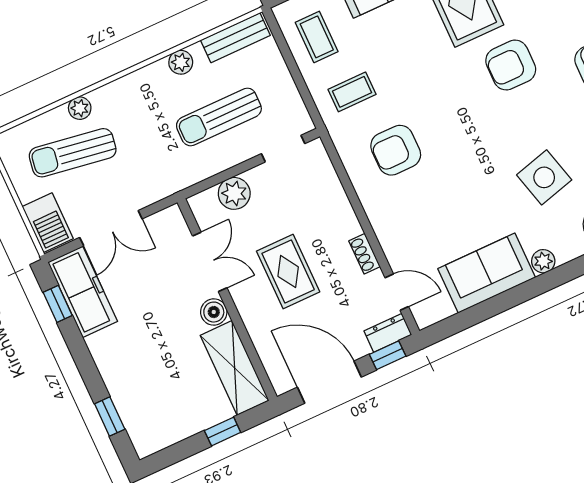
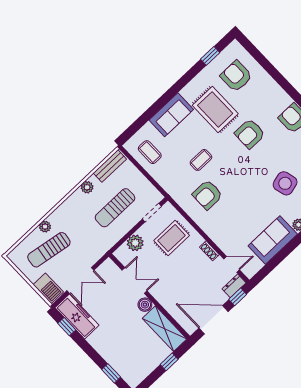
coffee table: (352, 92) -> (201, 160), moved
rug: (288, 272) -> (172, 238), moved, turned 90

